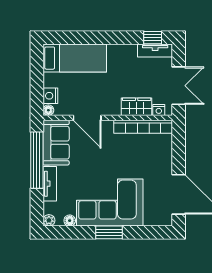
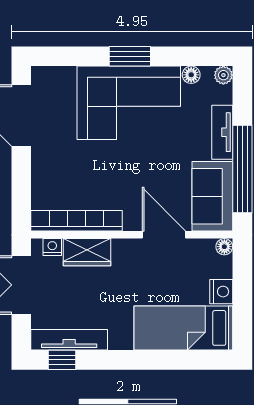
tv unit: (155, 50) -> (69, 340), width x1.41
nightstand: (50, 96) -> (221, 292), moved

